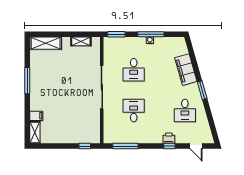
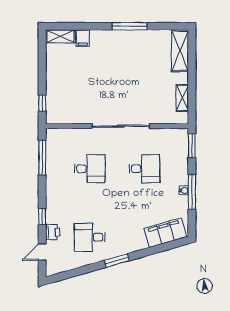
desk: (134, 70) -> (144, 169), turned 180
filing cabinet: (186, 70) -> (165, 233), moved
printer: (169, 138) -> (53, 232), moved

